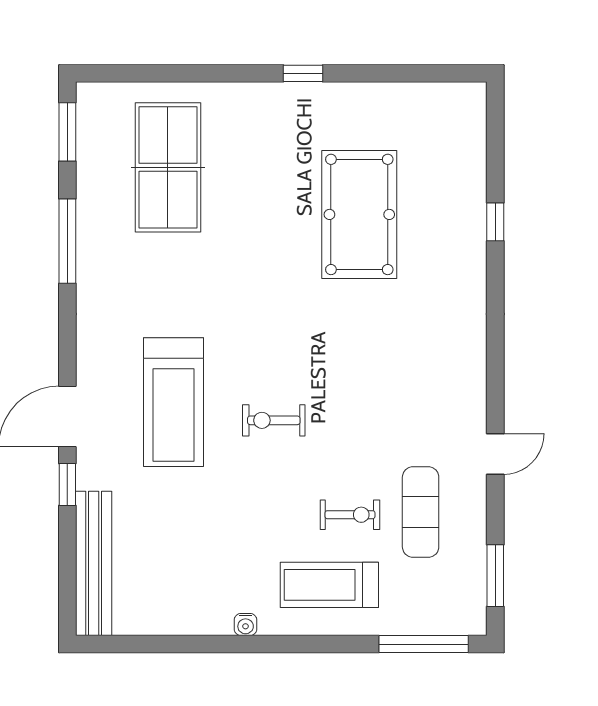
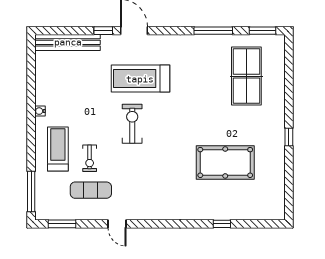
table tennis table: (168, 167) -> (246, 76), turned 90
exercise bike: (274, 420) -> (132, 124), width x1.38, depth x1.39

